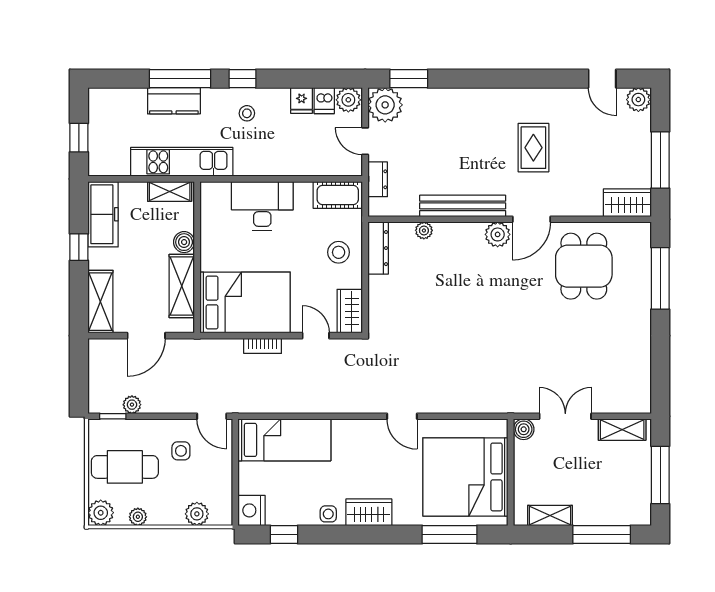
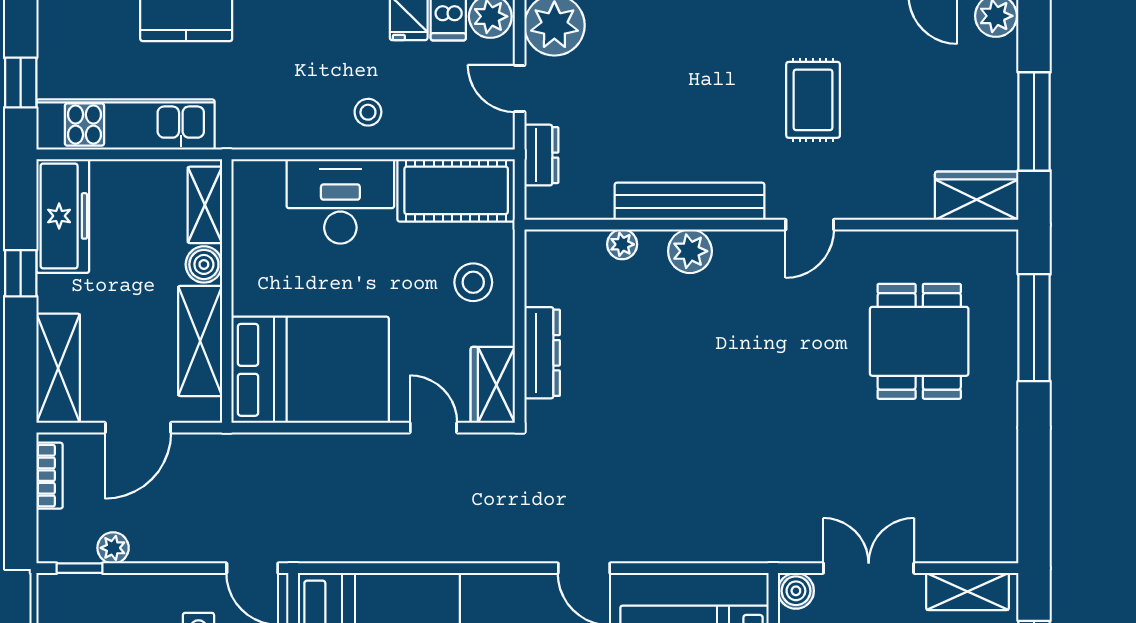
stool: (247, 113) -> (368, 112), moved
kitchen unit: (182, 162) -> (125, 125), moved
shelving: (170, 191) -> (205, 205), moved, turned 90
cot: (338, 195) -> (456, 190), width x1.37, depth x1.34
door: (532, 219) -> (810, 225), width x0.73
plant: (498, 234) -> (690, 251), moved
dresser: (378, 248) -> (542, 353), moved
dining table: (584, 266) -> (919, 341), moved
bookcase: (263, 346) -> (49, 476), moved, turned -90

